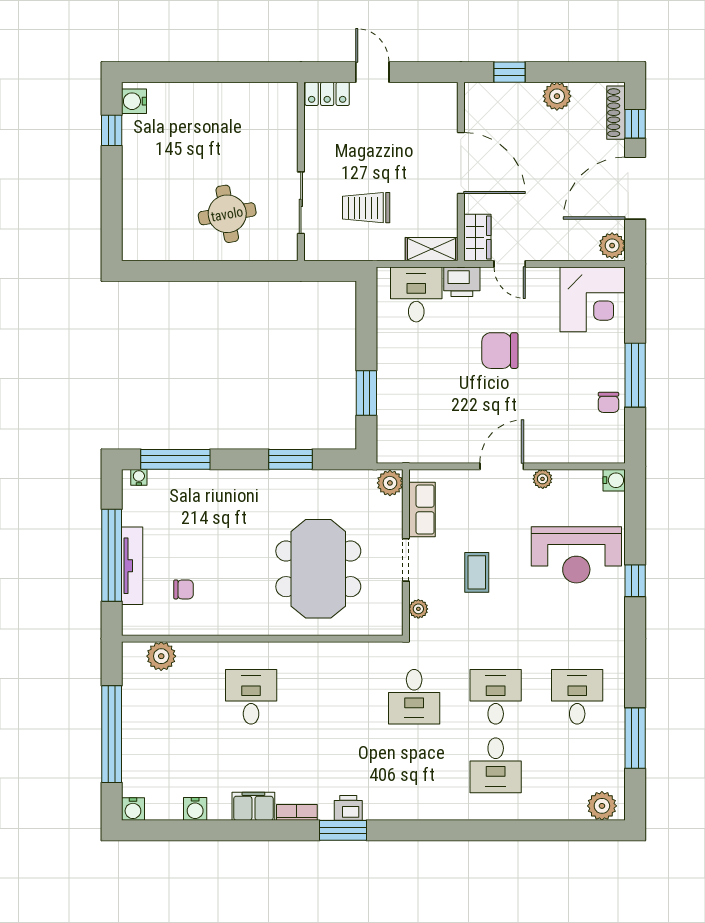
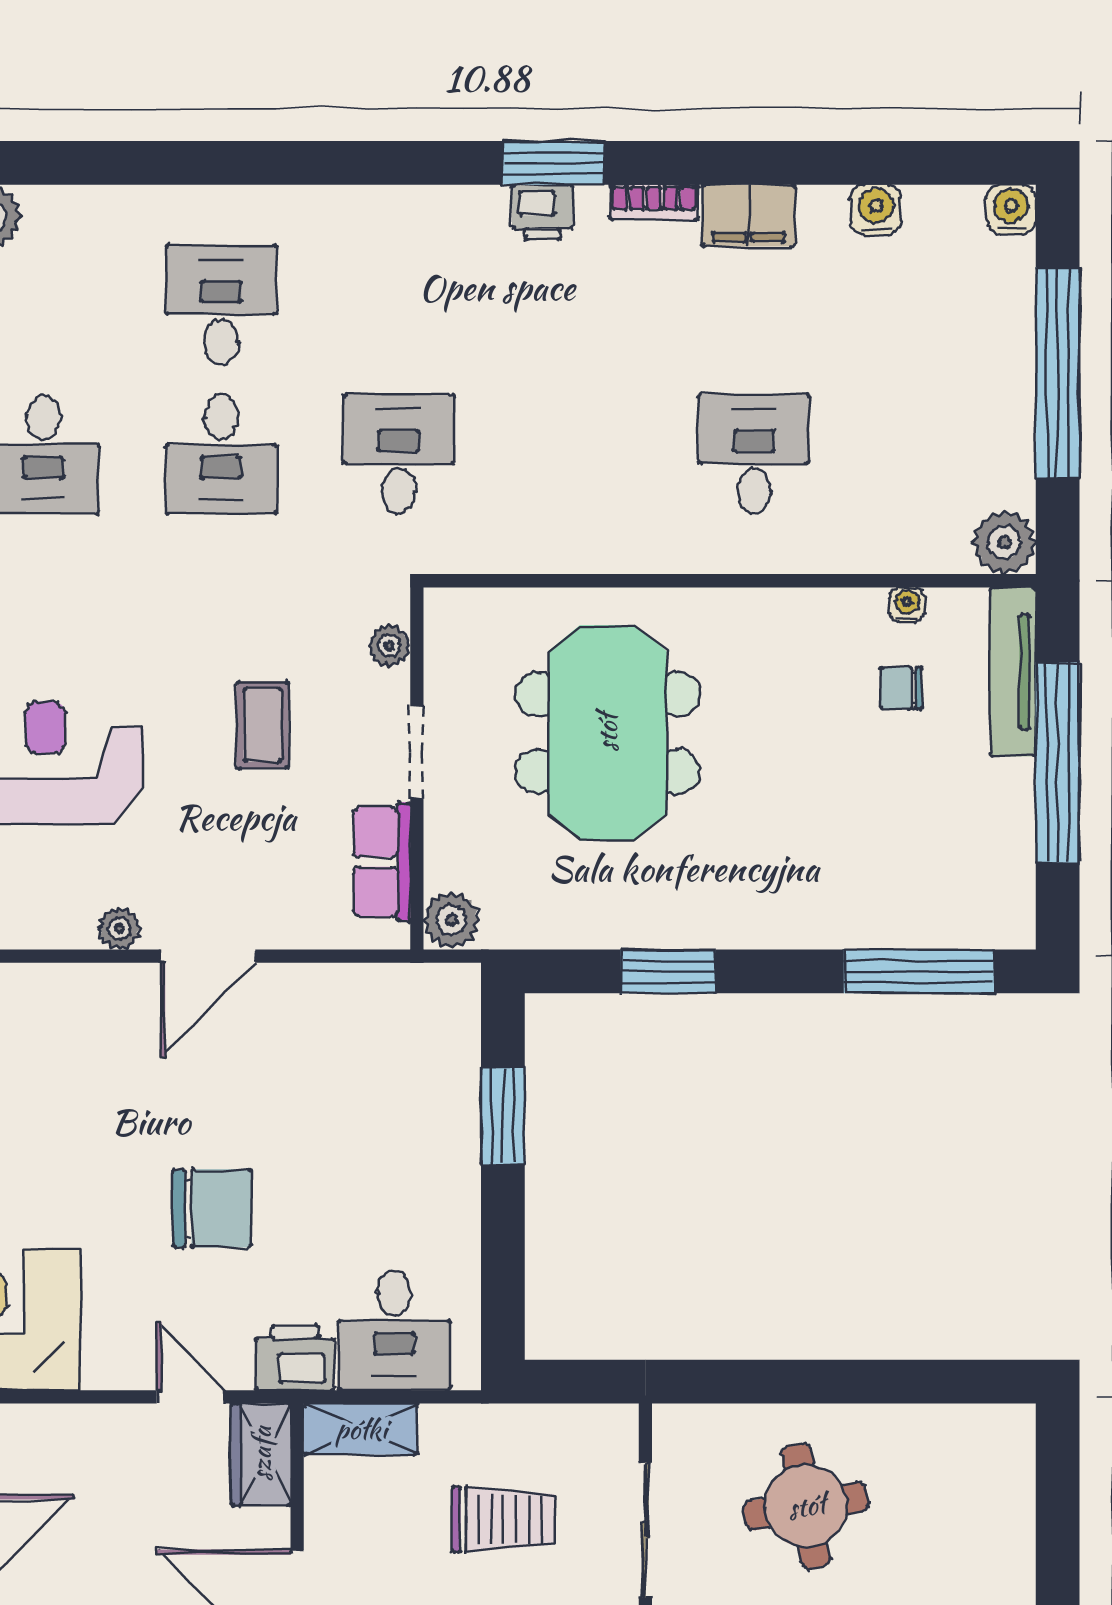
water cooler: (139, 477) -> (907, 605), moved, turned 180
tv unit: (132, 566) -> (1013, 672), moved
plant: (161, 656) -> (1004, 543), moved
desk: (251, 697) -> (754, 454), turned 180

